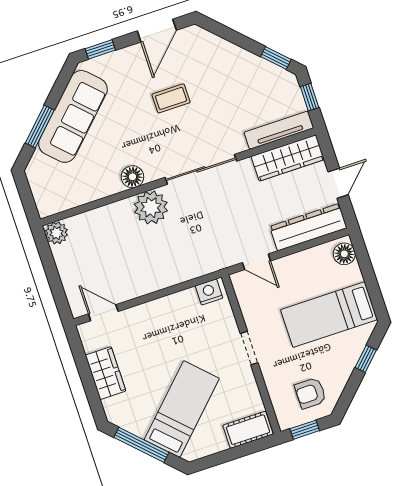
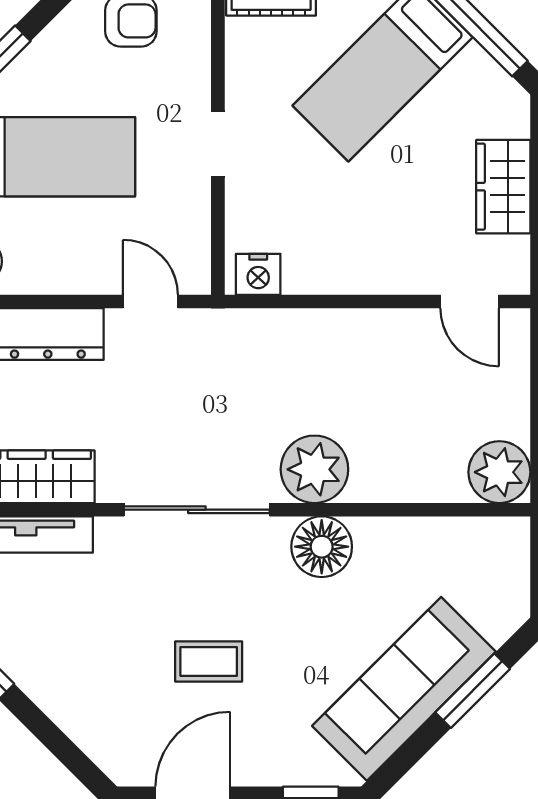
floor lamp: (132, 177) -> (322, 547), width x1.38, depth x1.38
plant: (57, 233) -> (499, 472), width x1.36, depth x1.36

